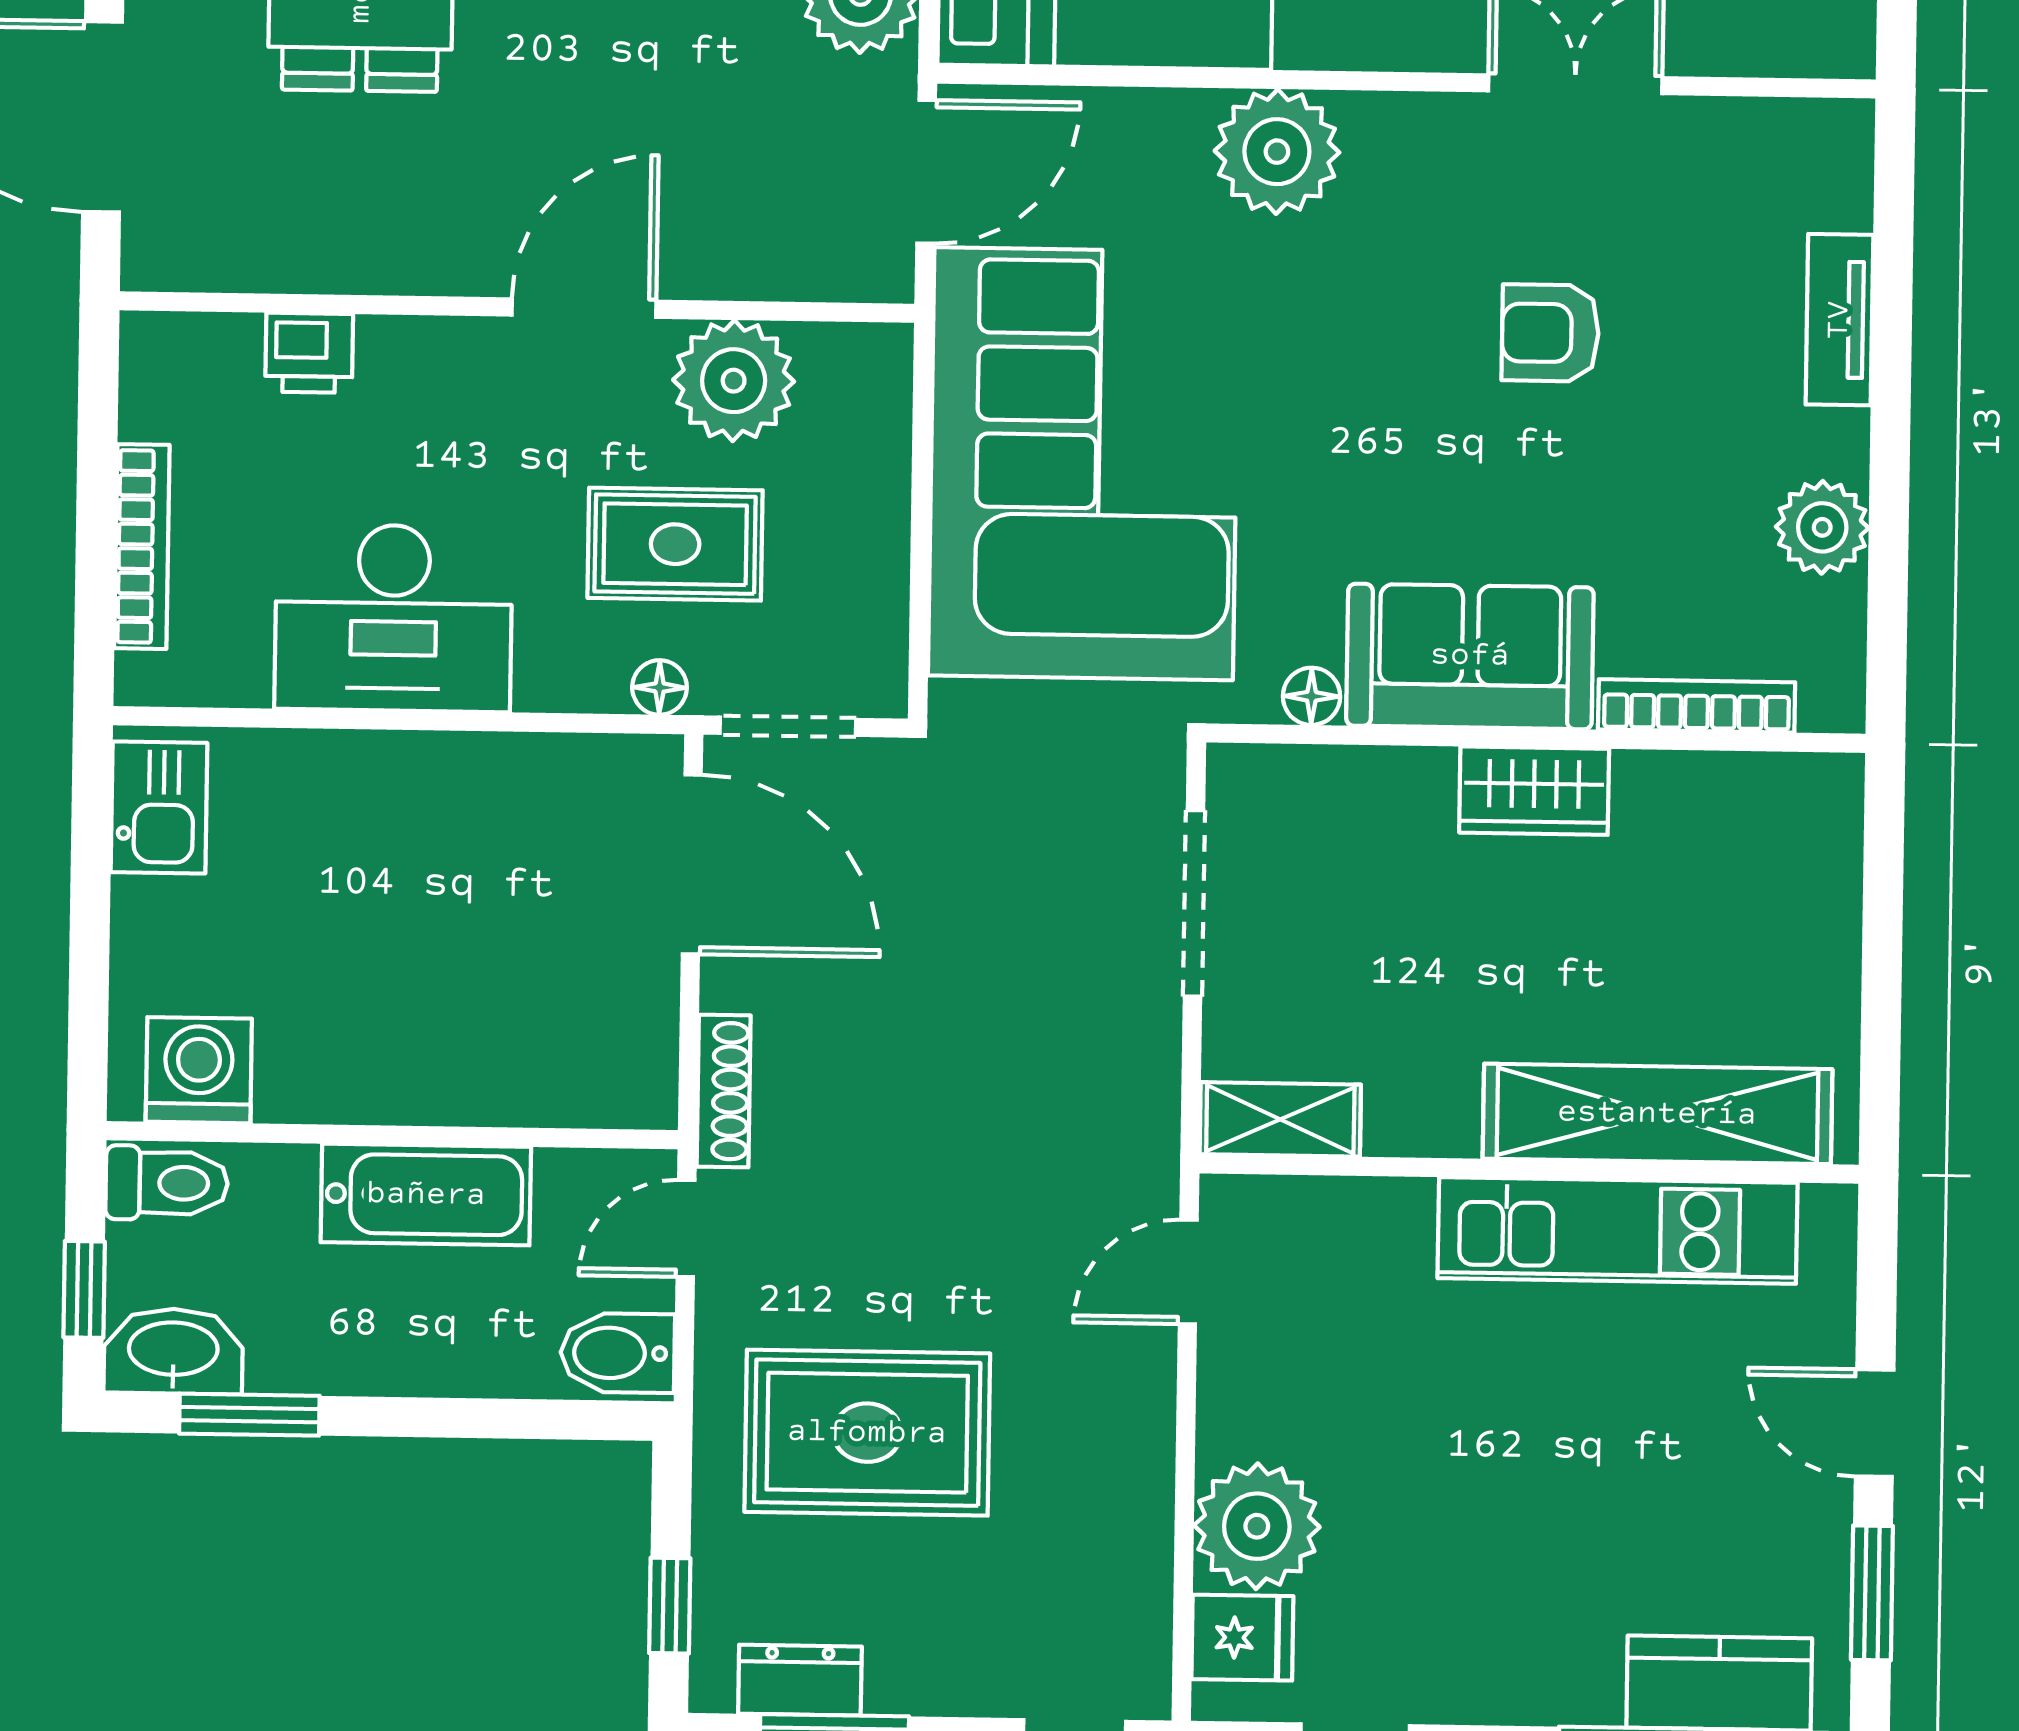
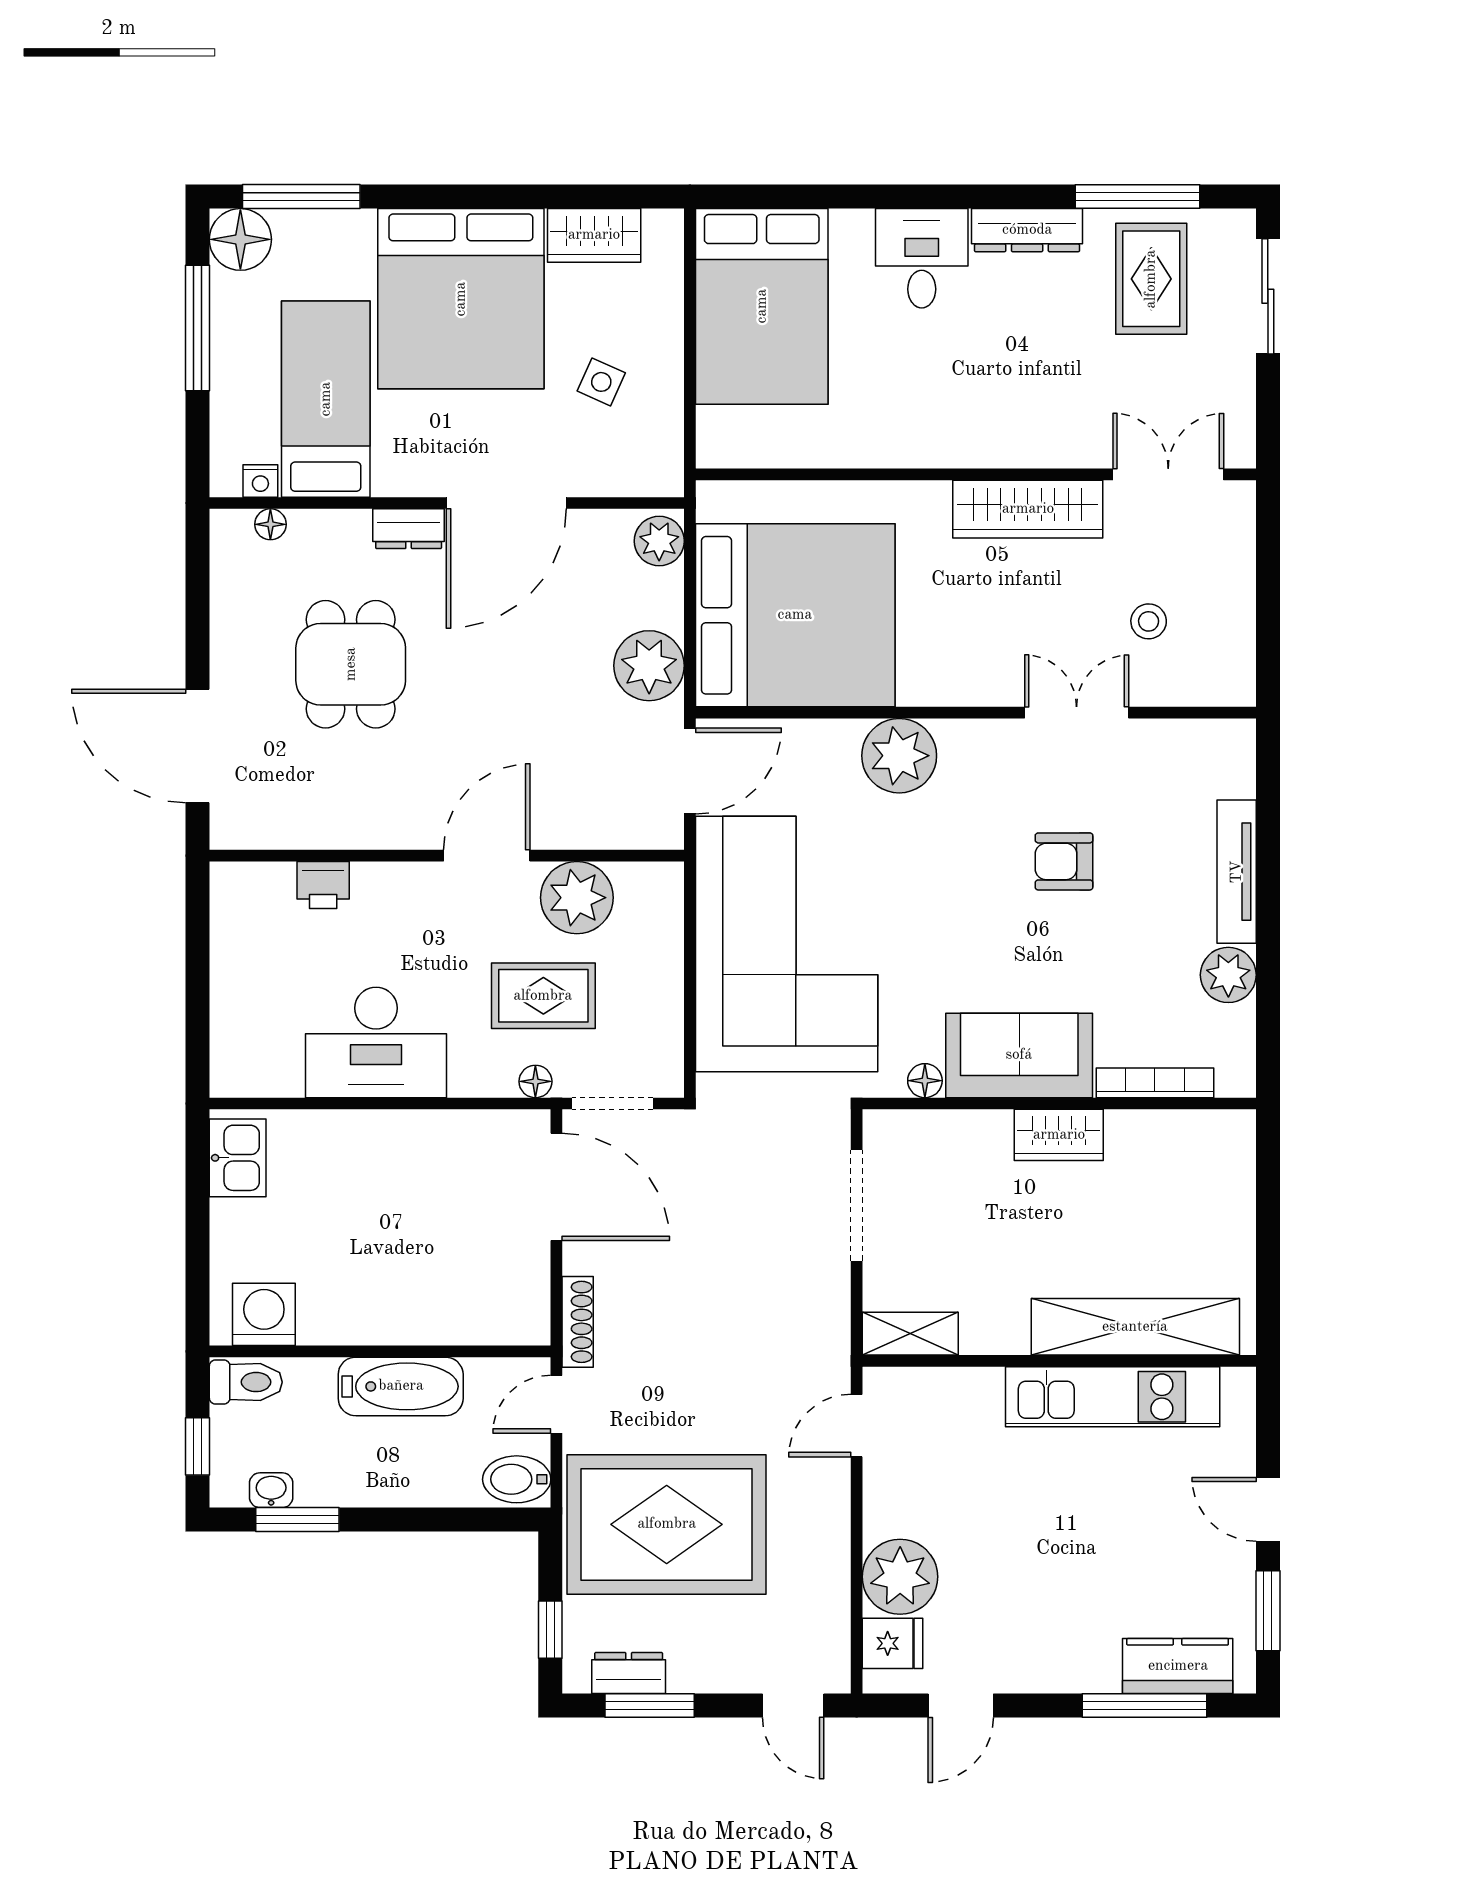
tv unit: (1839, 320) -> (1237, 872), width x1.41
bookcase: (142, 547) -> (225, 1002), removed
washbasin: (173, 1351) -> (271, 1490), width x0.52, depth x0.69
rug: (867, 1433) -> (667, 1524), width x1.37, depth x1.44

